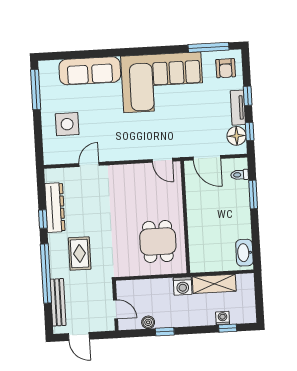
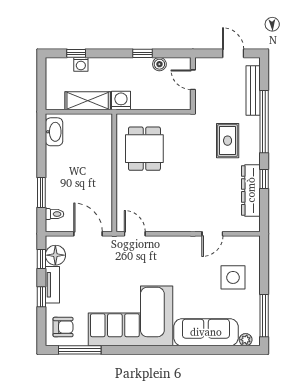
plant: (52, 66) -> (246, 340), added
armchair: (226, 68) -> (63, 327), turned 90

